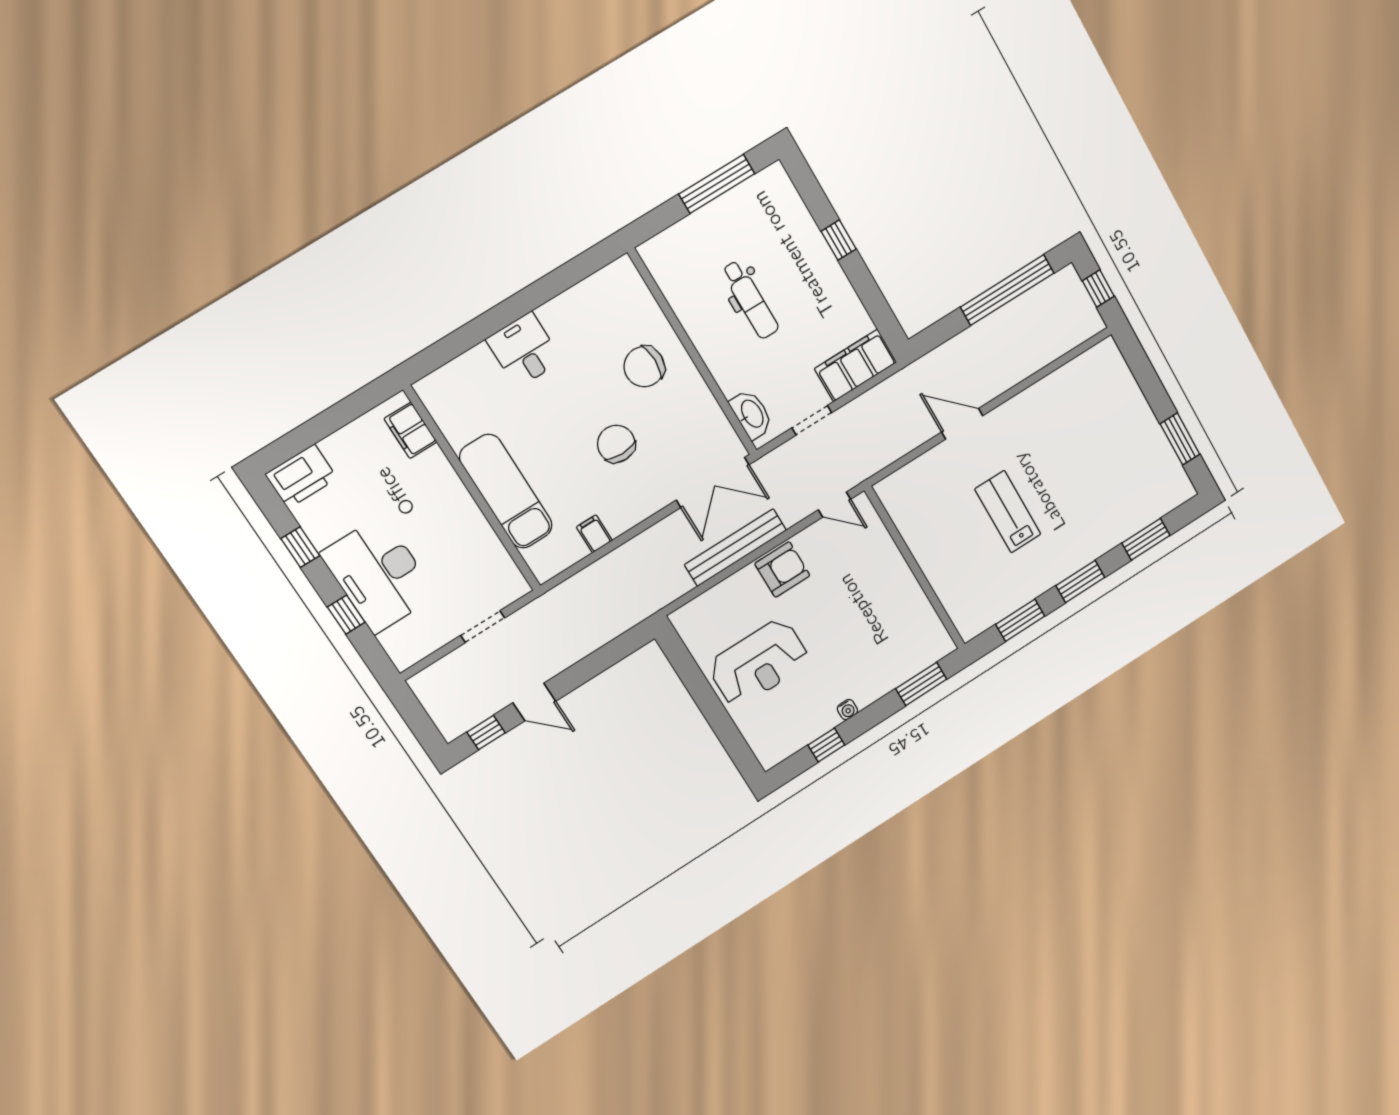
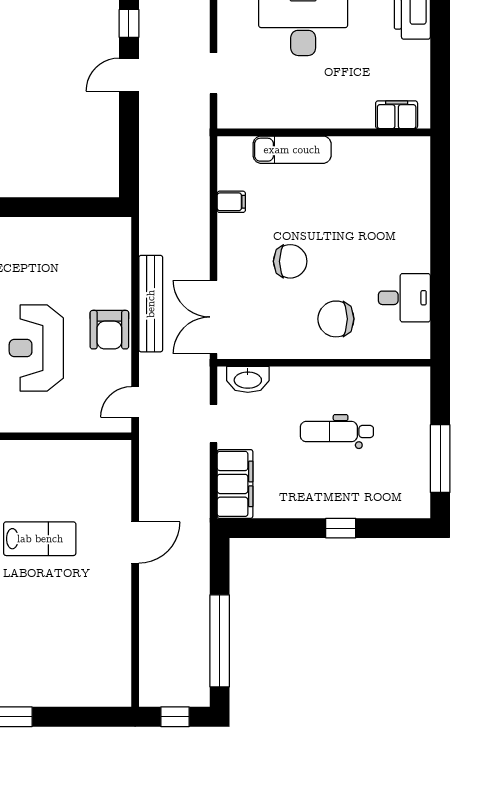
desk: (524, 350) -> (404, 298), moved
chair: (644, 367) -> (336, 319), turned -90
exam couch: (506, 491) -> (292, 150), width x0.73, depth x0.69
reception desk: (759, 663) -> (36, 348), moved

